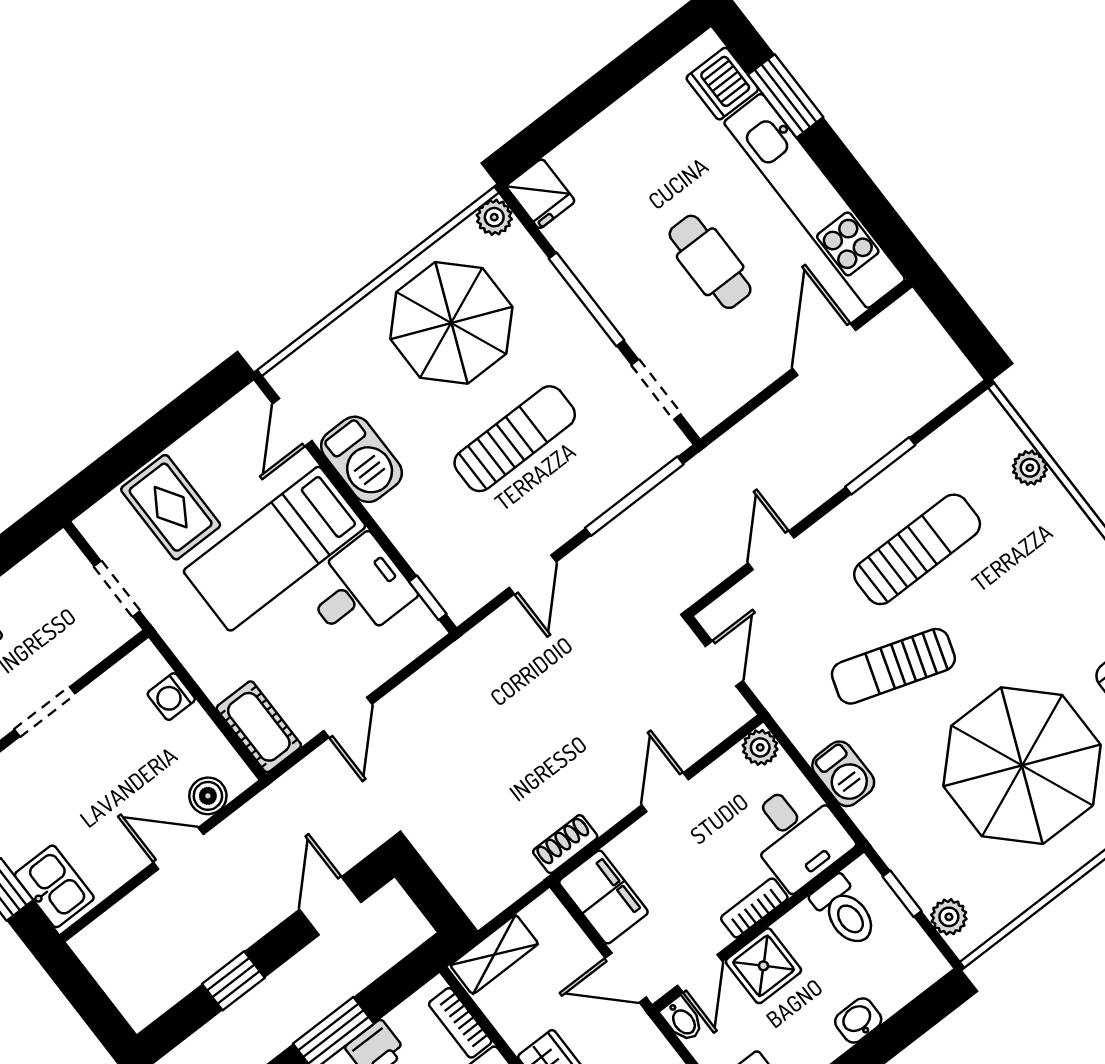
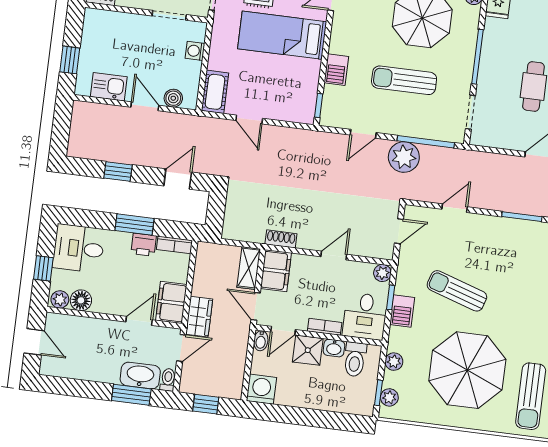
sun lounger: (515, 439) -> (404, 80), turned 180
barbecue: (361, 459) -> (336, 70), moved, width x0.73, depth x0.79
sun lounger: (917, 549) -> (506, 258), removed
plant: (625, 550) -> (404, 157), added
desk: (359, 590) -> (297, 79), removed
doorway: (45, 712) -> (169, 15), moved
door: (348, 717) -> (249, 119), hinge flipped
window: (807, 771) -> (391, 297), added
plant: (904, 859) -> (394, 362), added
kitchen sink: (54, 886) -> (109, 87), moved, turned -90
window: (902, 894) -> (379, 393), moved
shelving: (494, 954) -> (249, 268), moved, turned 90
washbasin: (858, 1020) -> (334, 348), moved, turned 180
bookcase: (460, 1023) -> (174, 245), moved, turned -90

